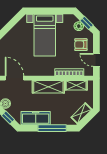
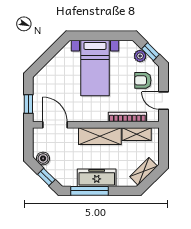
freezer: (36, 118) -> (97, 178), moved
window: (52, 128) -> (90, 191), moved

